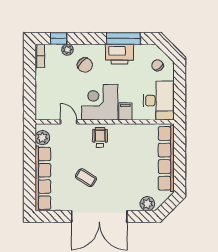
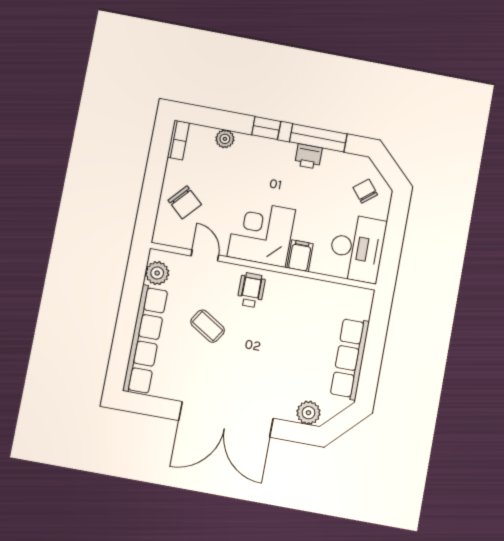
window: (59, 38) -> (266, 128), moved
printer: (120, 54) -> (308, 156), width x0.53, depth x0.68
chair: (85, 65) -> (185, 202), moved
row of seats: (166, 158) -> (350, 358), width x0.73
coffee table: (86, 178) -> (208, 326), moved

